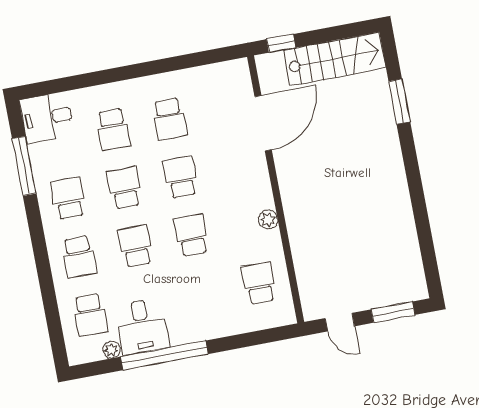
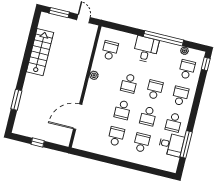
window: (281, 43) -> (38, 143), moved
stairs: (335, 59) -> (40, 52), moved, turned 90
desk: (47, 118) -> (171, 145), moved
school desk: (135, 246) -> (155, 90), turned 180
school desk: (259, 283) -> (110, 50), turned 180
desk: (142, 326) -> (146, 49), moved
window: (58, 343) -> (206, 64), added

